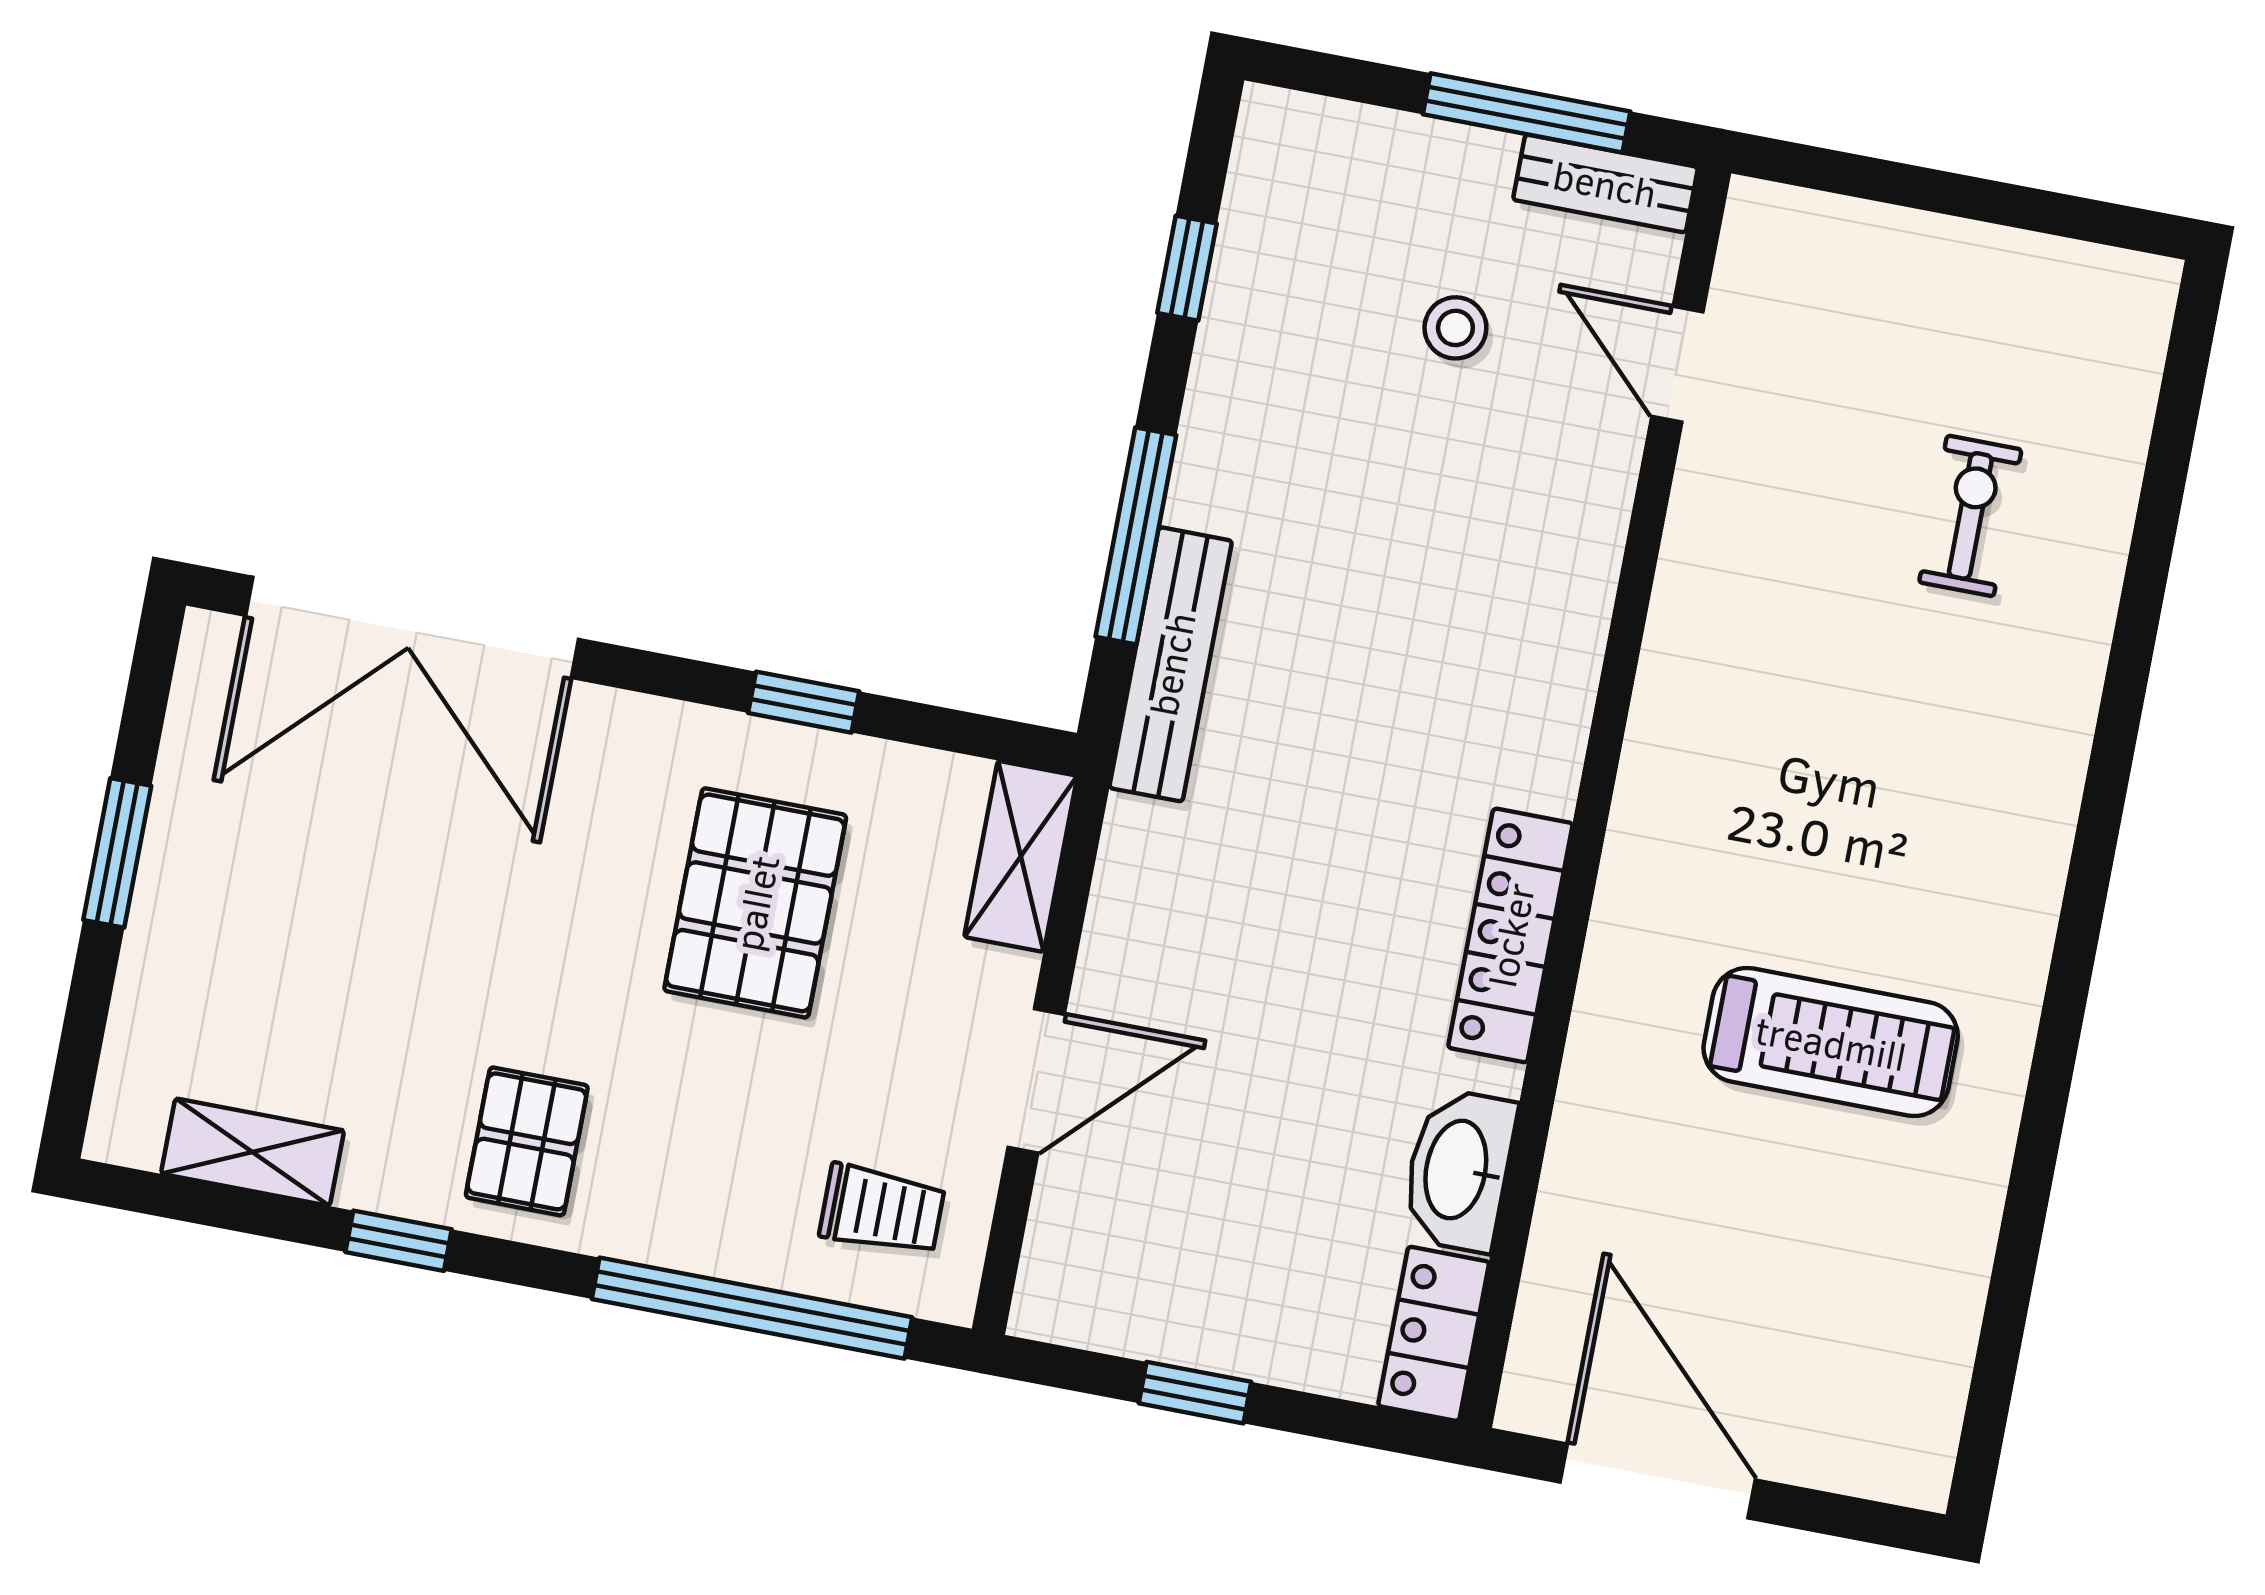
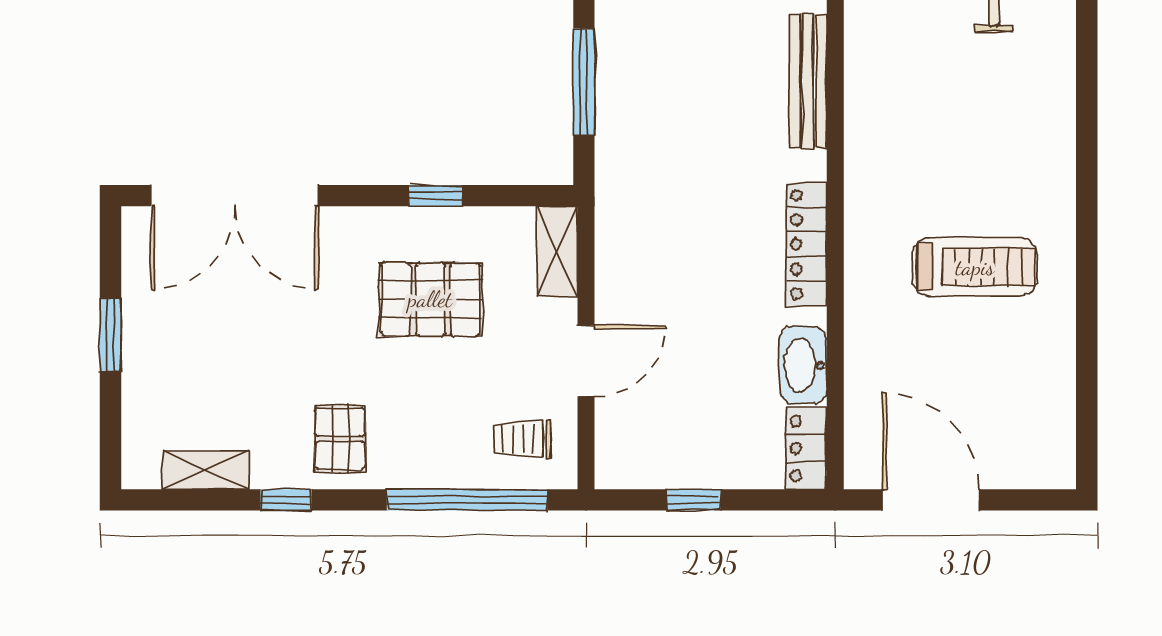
bench: (1171, 664) -> (808, 81), moved
pallet: (755, 903) -> (430, 299), turned 90
trolley: (882, 1210) -> (522, 439), turned 180

